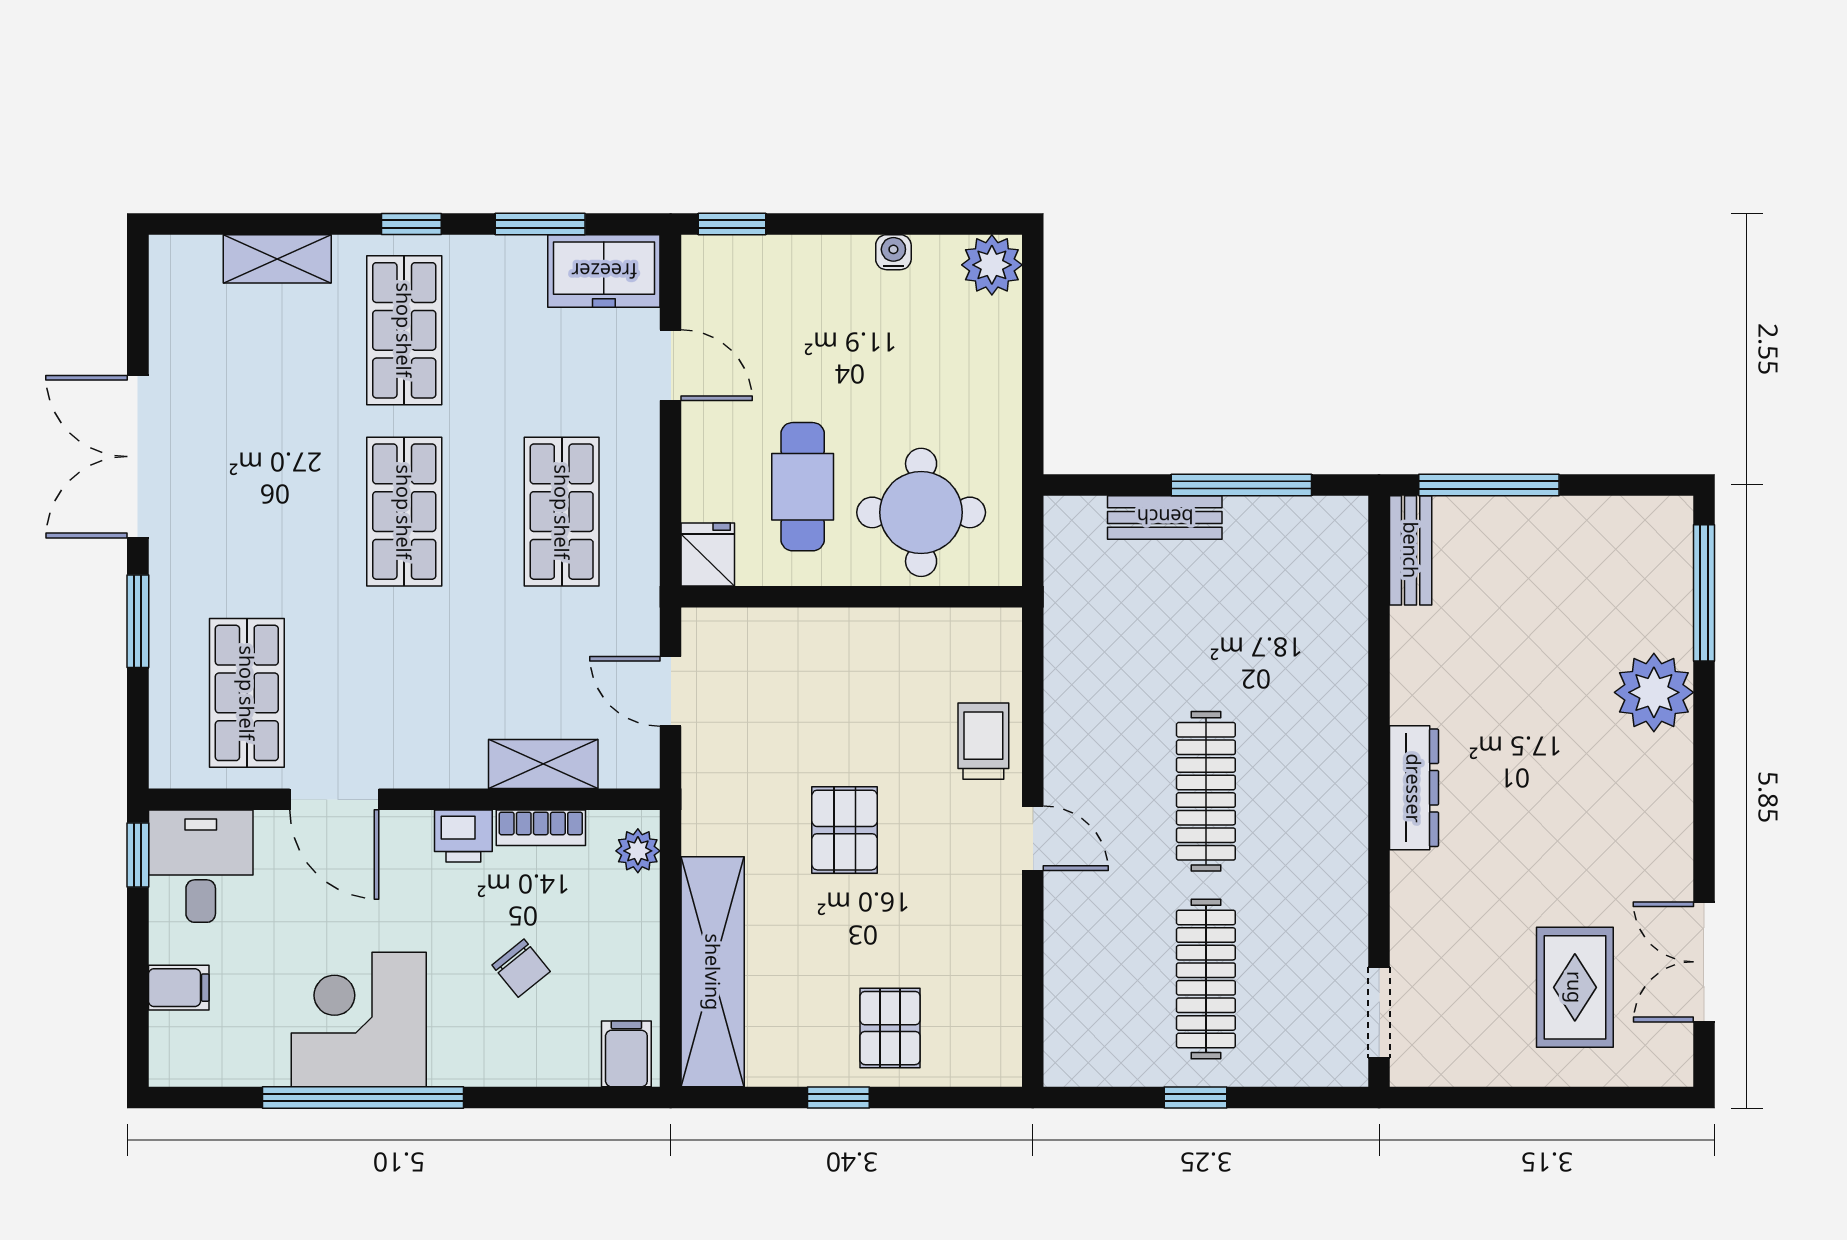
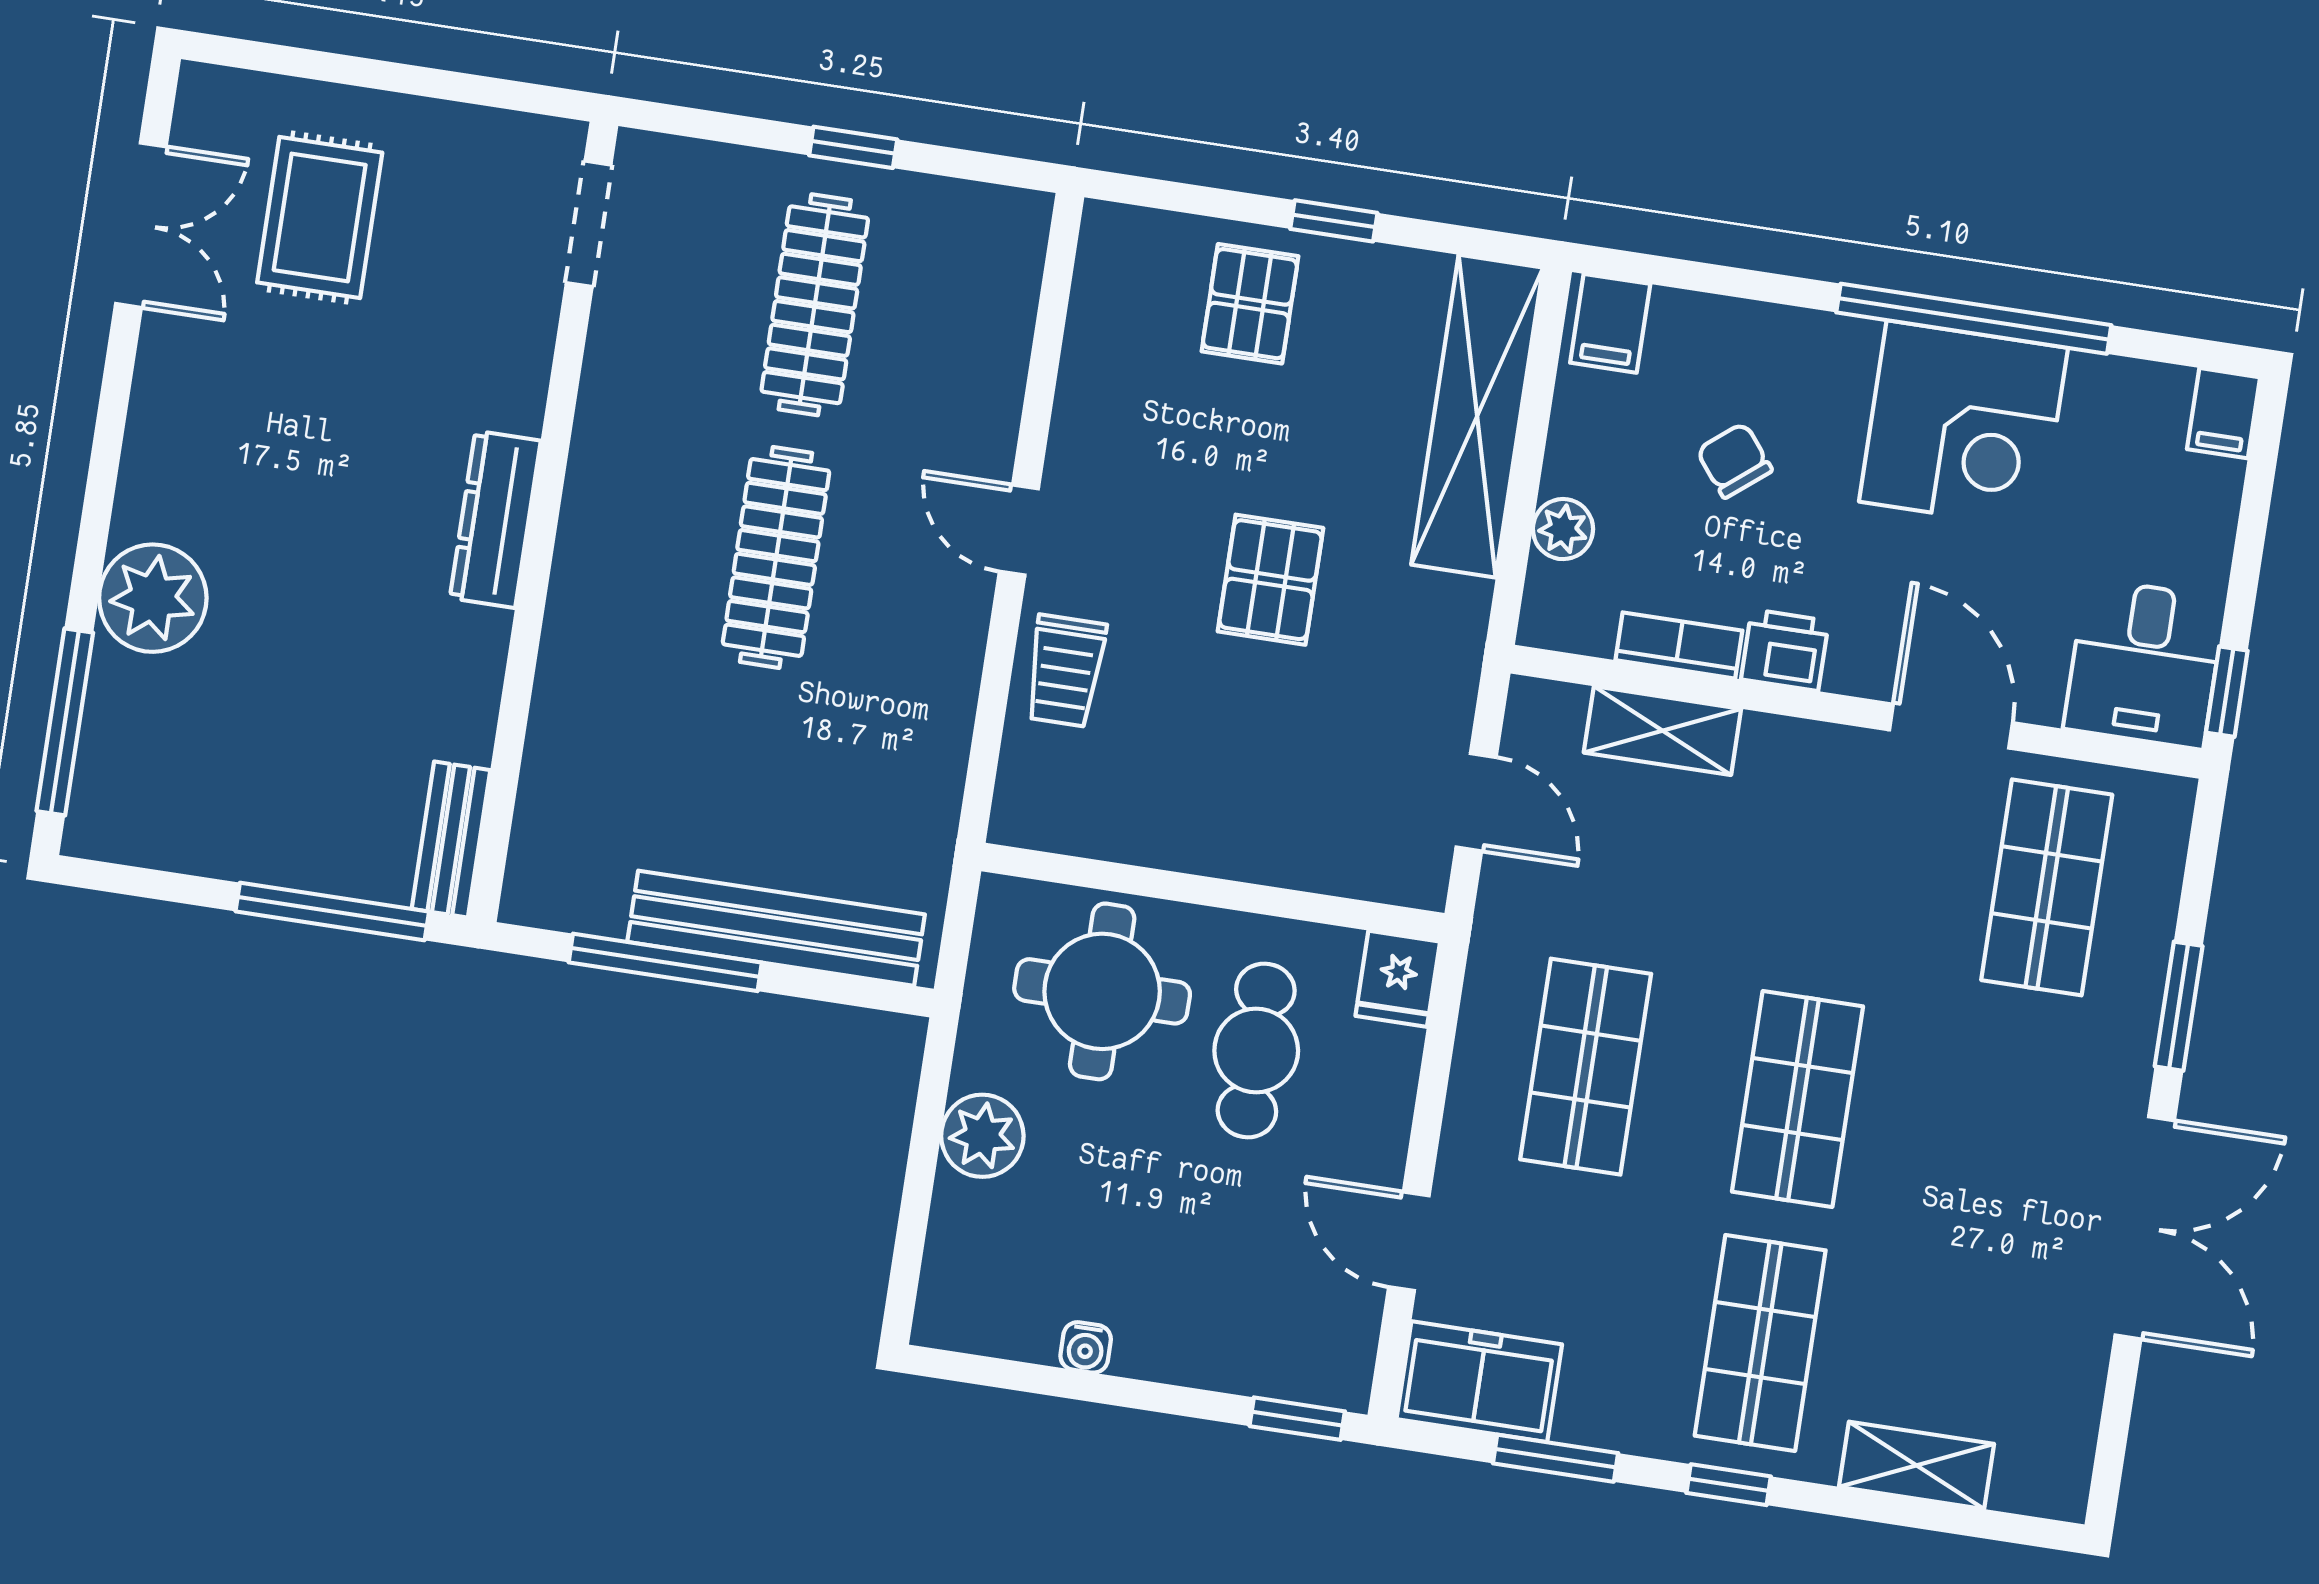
plant: (992, 265) -> (982, 1136), moved
bench: (1165, 517) -> (776, 928), width x1.86, depth x1.21
plant: (638, 851) -> (1563, 529), moved
filing cabinet: (179, 988) -> (2224, 413), moved, turned -90

